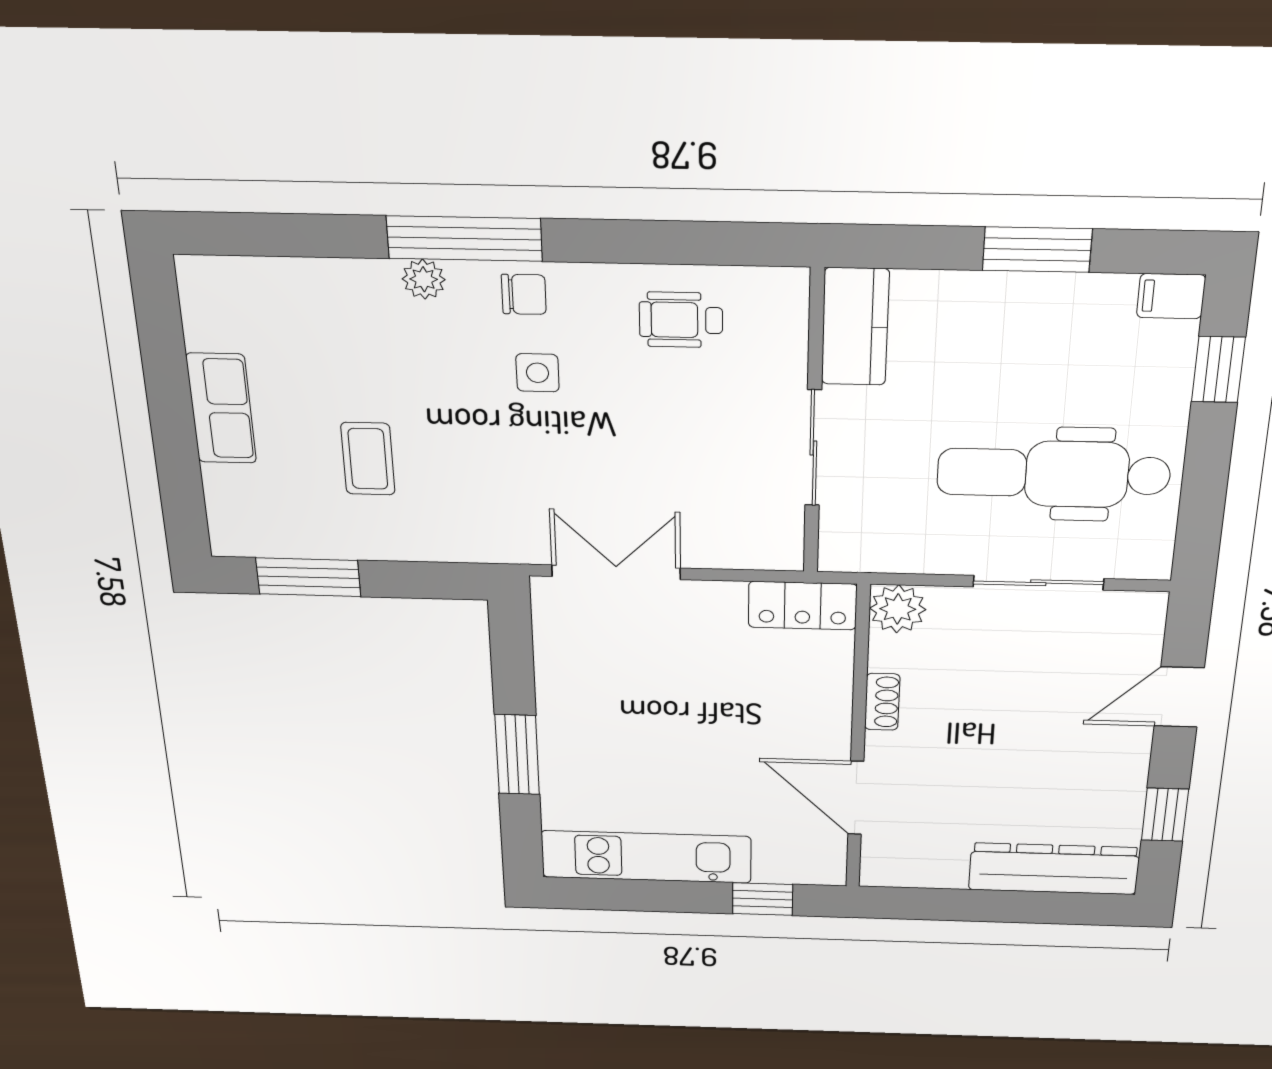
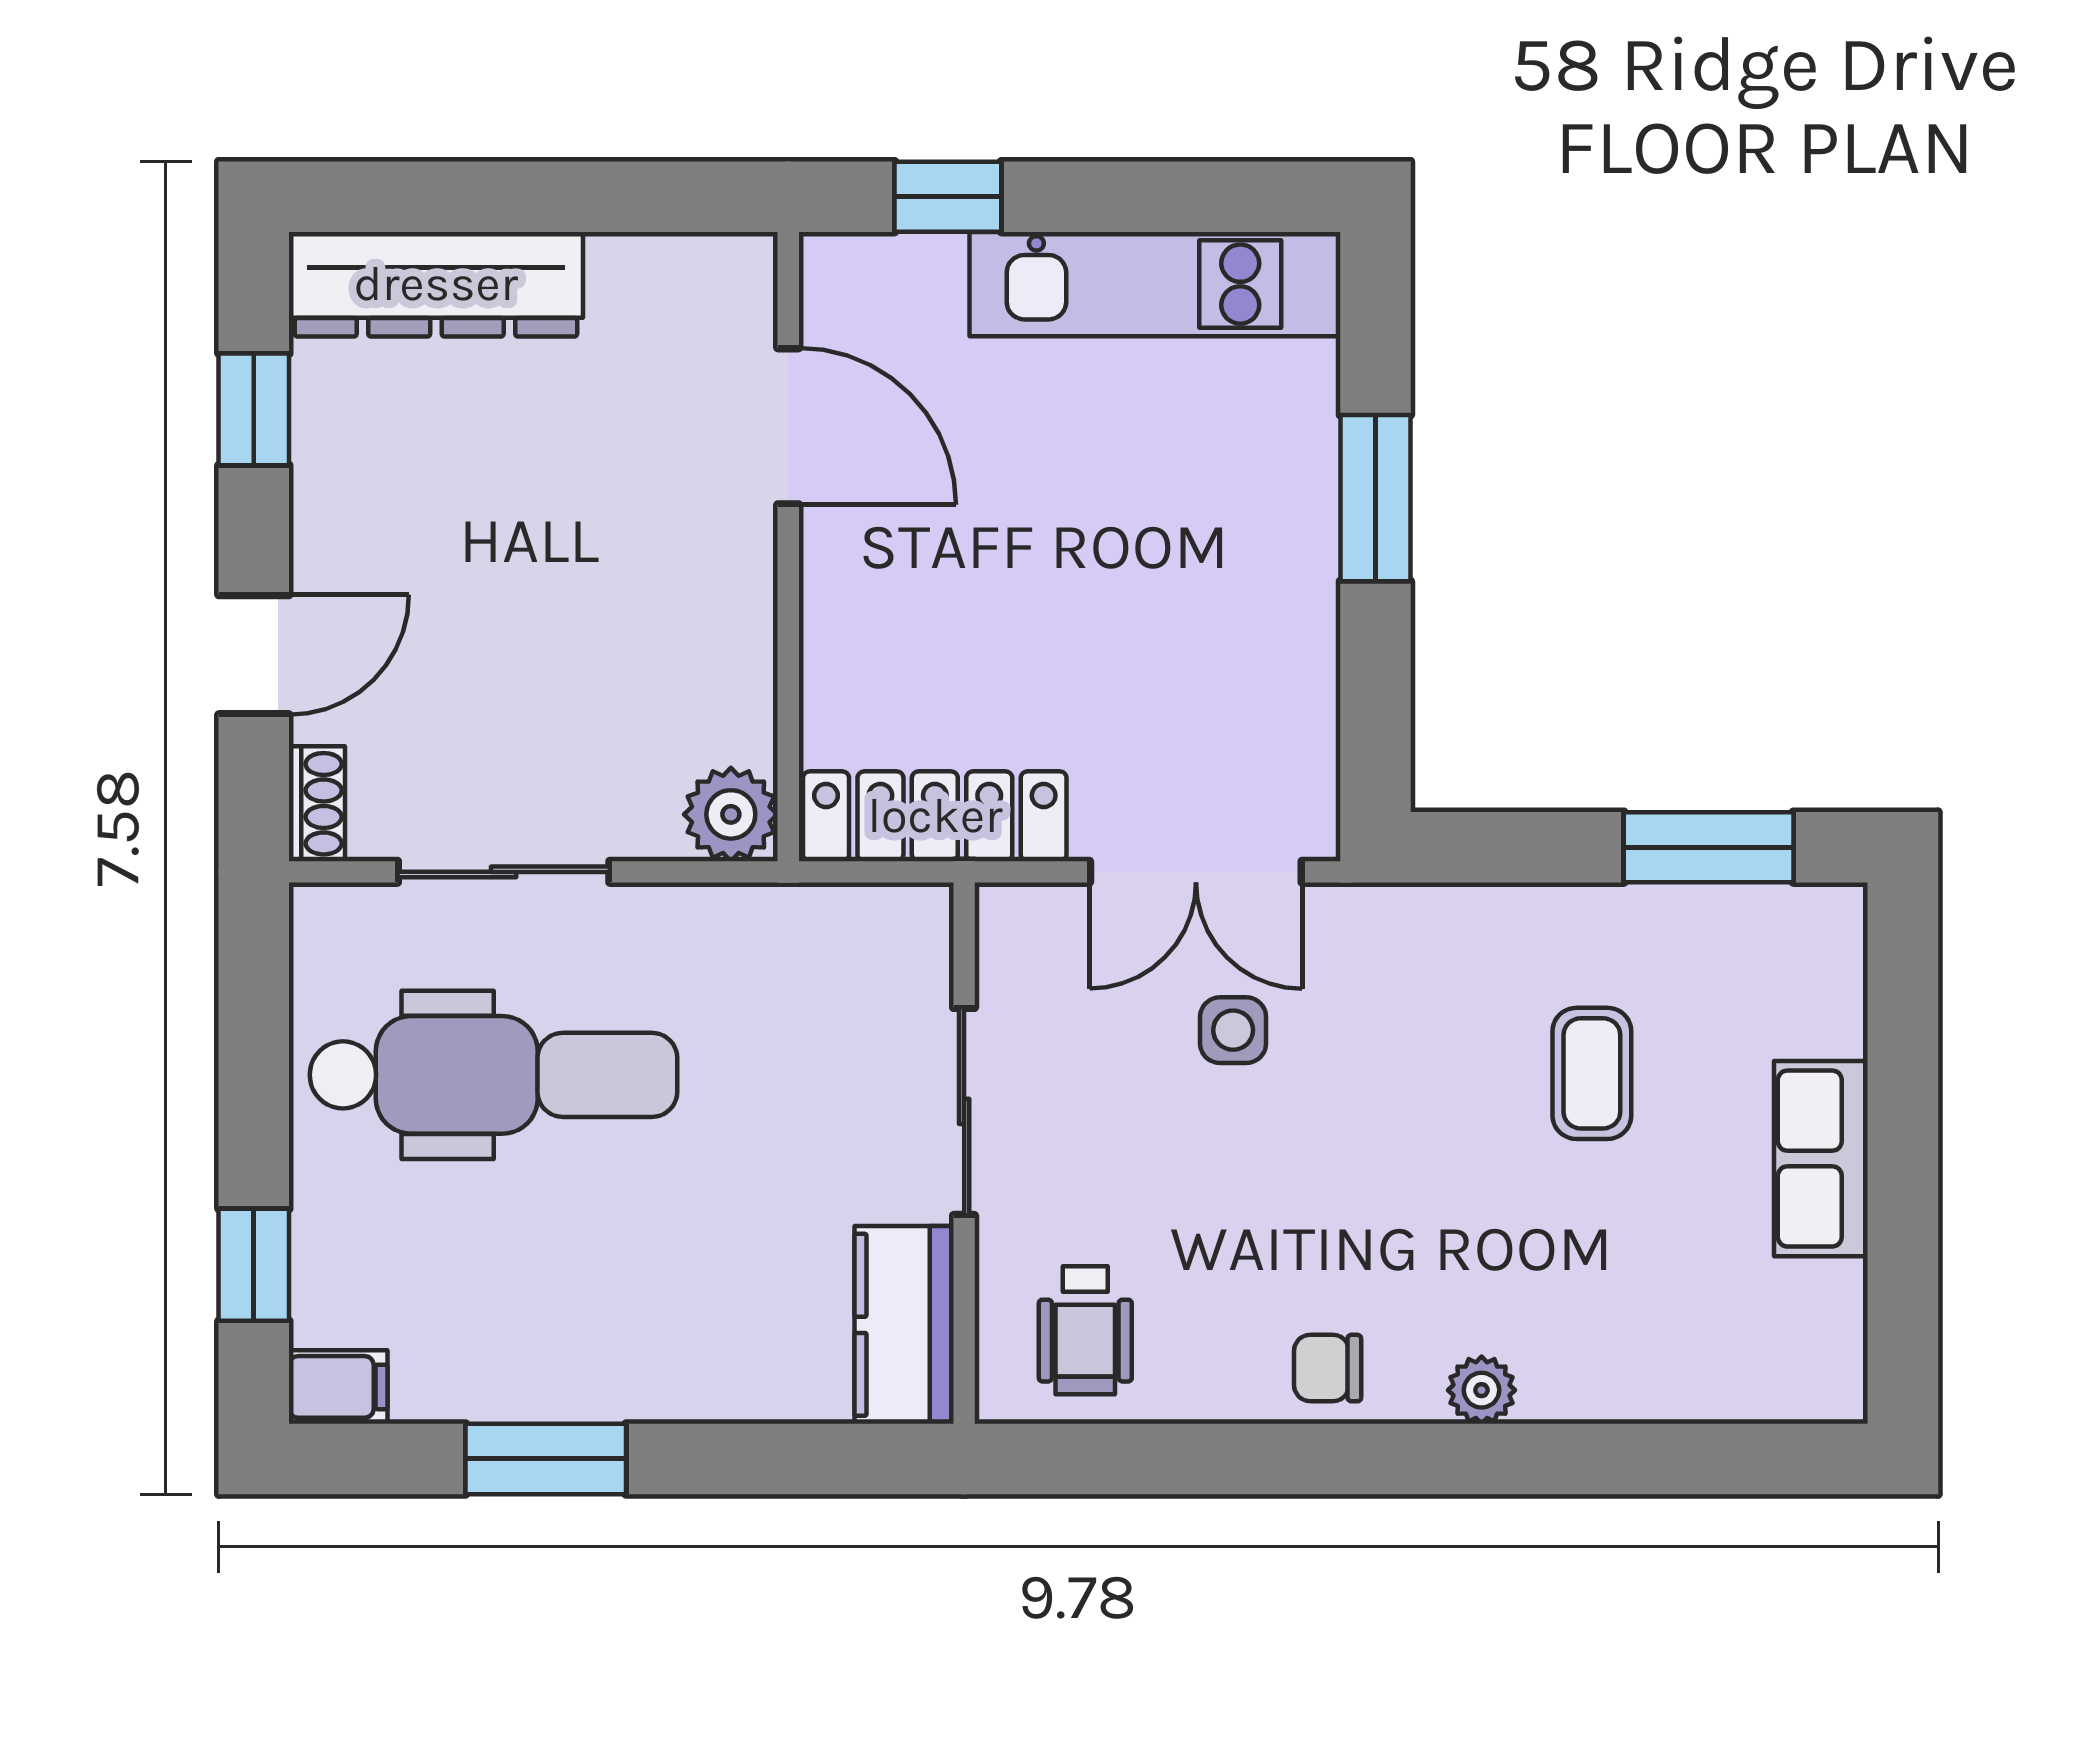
window: (464, 239) -> (1415, 1459), removed
wheelchair: (681, 320) -> (1085, 1330), turned 90
kitchen counter: (855, 327) -> (904, 1325), moved
side table: (537, 373) -> (1233, 1030), moved
wall: (814, 425) -> (964, 1153), moved
sliding door: (813, 448) -> (964, 1111), moved
locker: (803, 606) -> (935, 816), width x1.53
shoe rack: (882, 702) -> (317, 804), moved, turned 180

